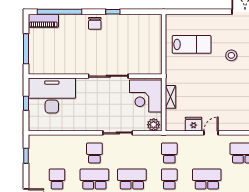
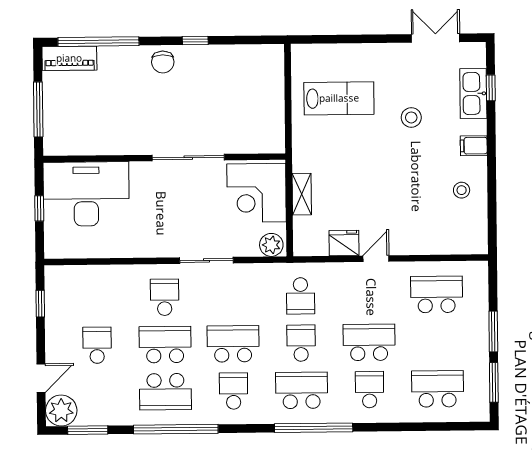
school desk: (169, 153) -> (301, 296), turned 180

